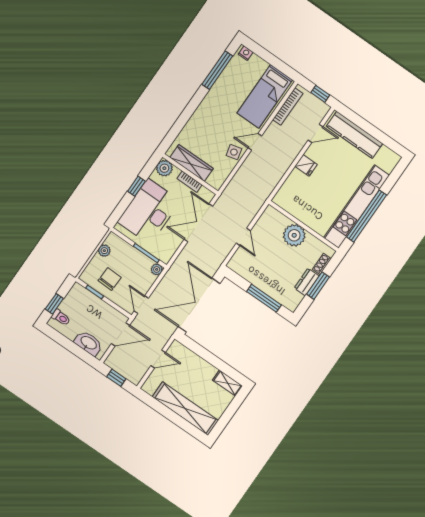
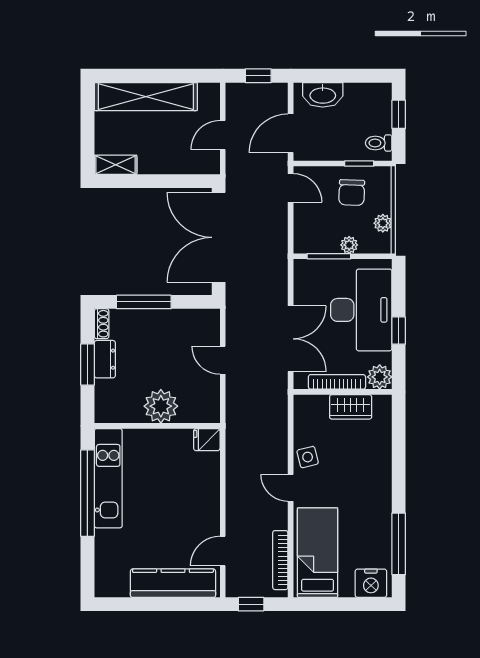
nightstand: (246, 53) -> (371, 583), width x1.89, depth x1.79
door: (255, 142) -> (291, 488), swing flipped
wardrobe: (192, 163) -> (351, 407), width x0.67
fridge: (306, 165) -> (207, 440), moved
bookcase: (190, 182) -> (337, 382), width x1.56
kitchen unit: (357, 206) -> (108, 478), width x0.73
shoe rack: (322, 264) -> (102, 324), moved
plant: (157, 269) -> (349, 245), moved
double door: (199, 305) -> (219, 237), swing flipped
toilet: (61, 318) -> (379, 143), moved

